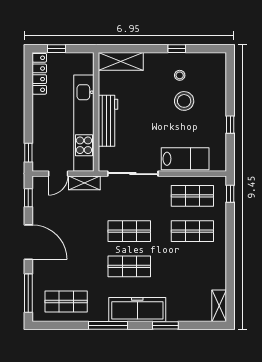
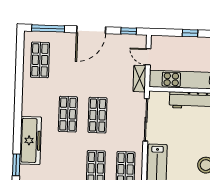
window: (28, 153) -> (190, 33), moved
freezer: (137, 310) -> (30, 140), moved
window: (108, 325) -> (19, 95), removed
window: (165, 325) -> (16, 165), moved

